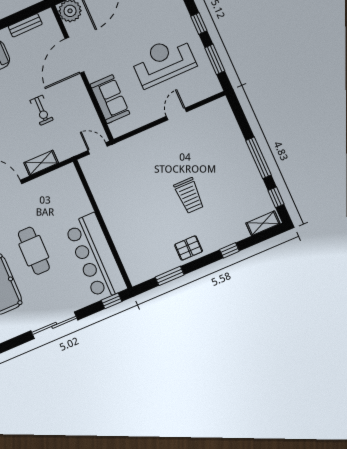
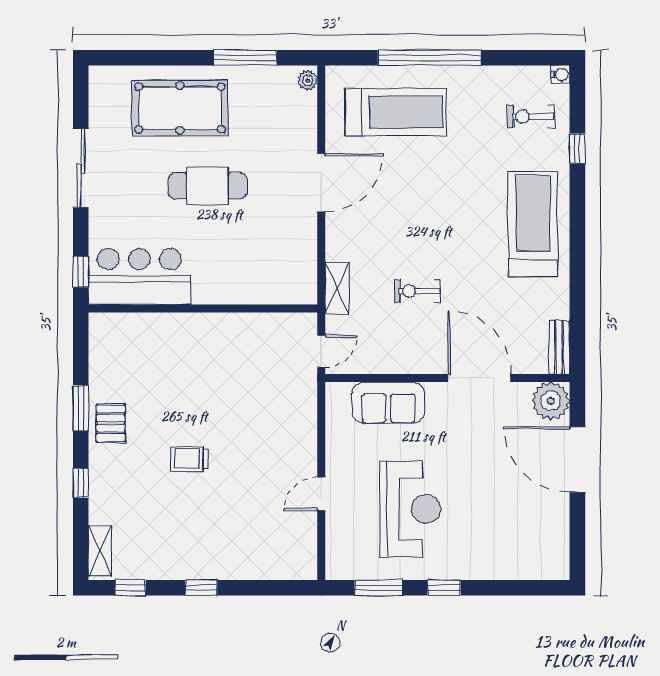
bench: (25, 25) -> (559, 347), moved
door: (176, 114) -> (321, 494), swing flipped
window: (258, 158) -> (201, 588), width x0.46
shelving: (41, 163) -> (337, 288), moved
trolley: (189, 196) -> (189, 459), width x0.73, depth x0.72
bar counter: (96, 257) -> (139, 277), width x0.73
window: (170, 276) -> (81, 408), moved

